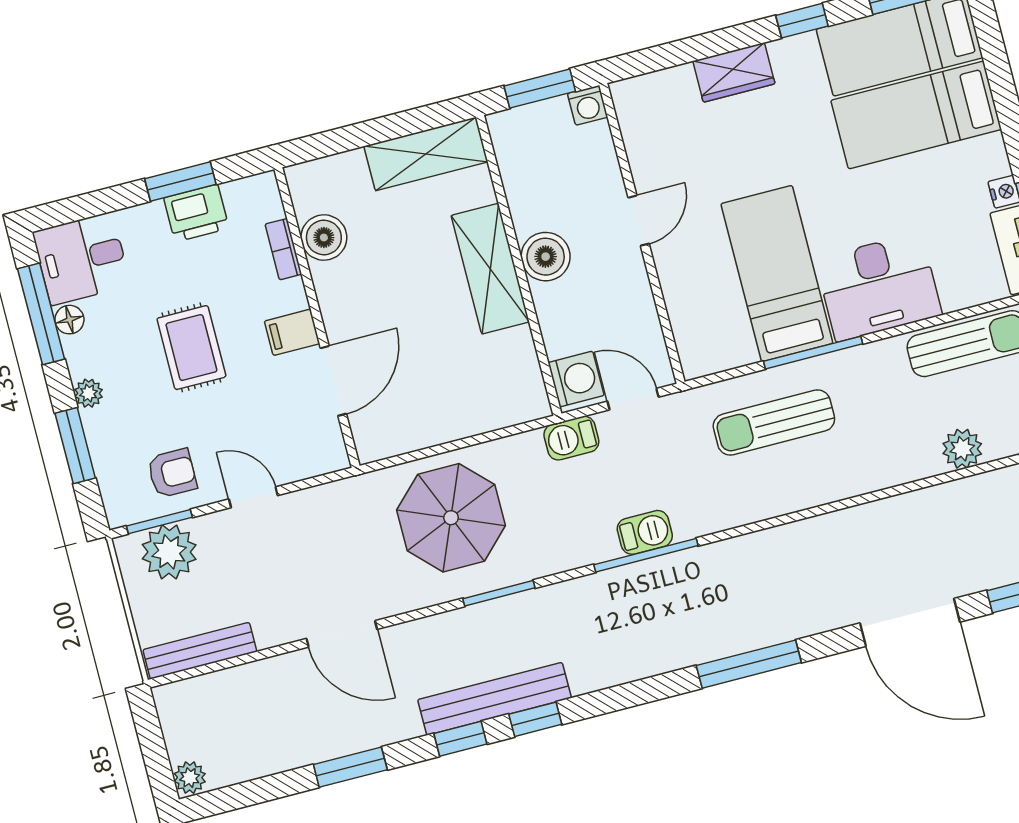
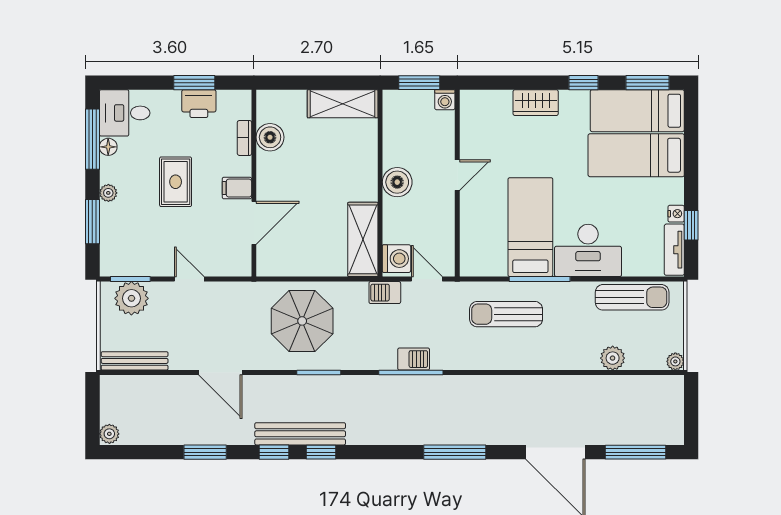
shelving: (490, 269) -> (363, 239), moved
armchair: (172, 473) -> (145, 253), removed

